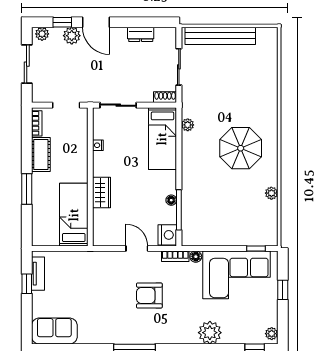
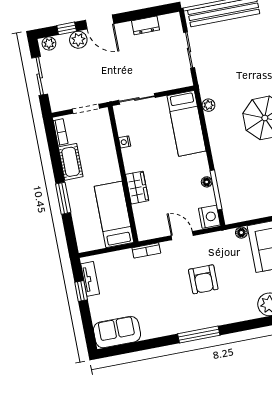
shoe rack: (165, 97) -> (181, 82), removed
bookcase: (175, 256) -> (146, 250), moved
armchair: (149, 296) -> (203, 279), turned -90

